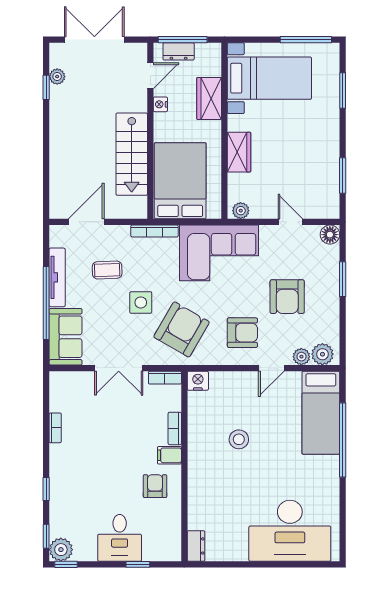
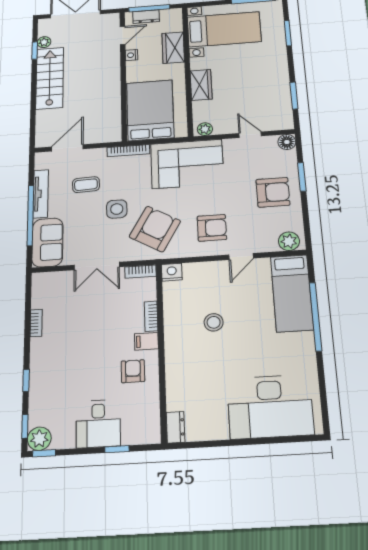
stairs: (132, 154) -> (50, 78), moved, turned 180
armchair: (287, 297) -> (273, 192), moved, turned -90
plant: (301, 357) -> (269, 245), removed

